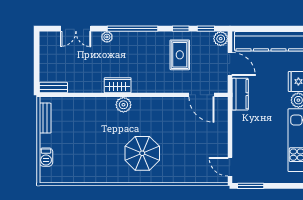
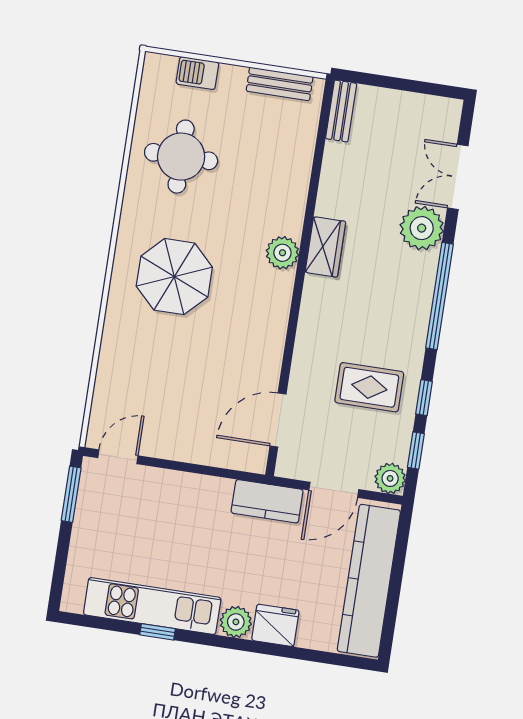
plant: (107, 37) -> (422, 228), width x1.87, depth x1.87
round table: (86, 159) -> (181, 157), added

